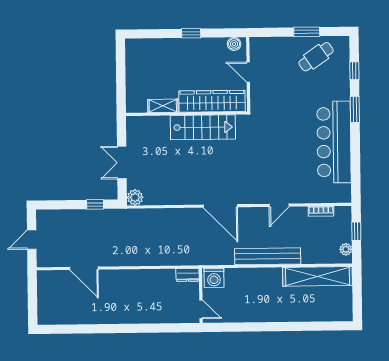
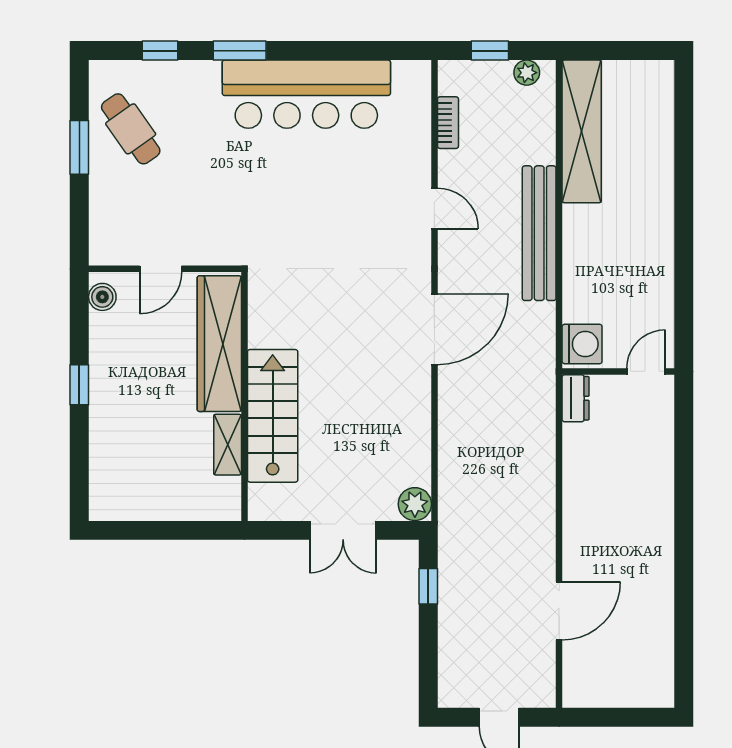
stairs: (203, 127) -> (273, 416), moved

